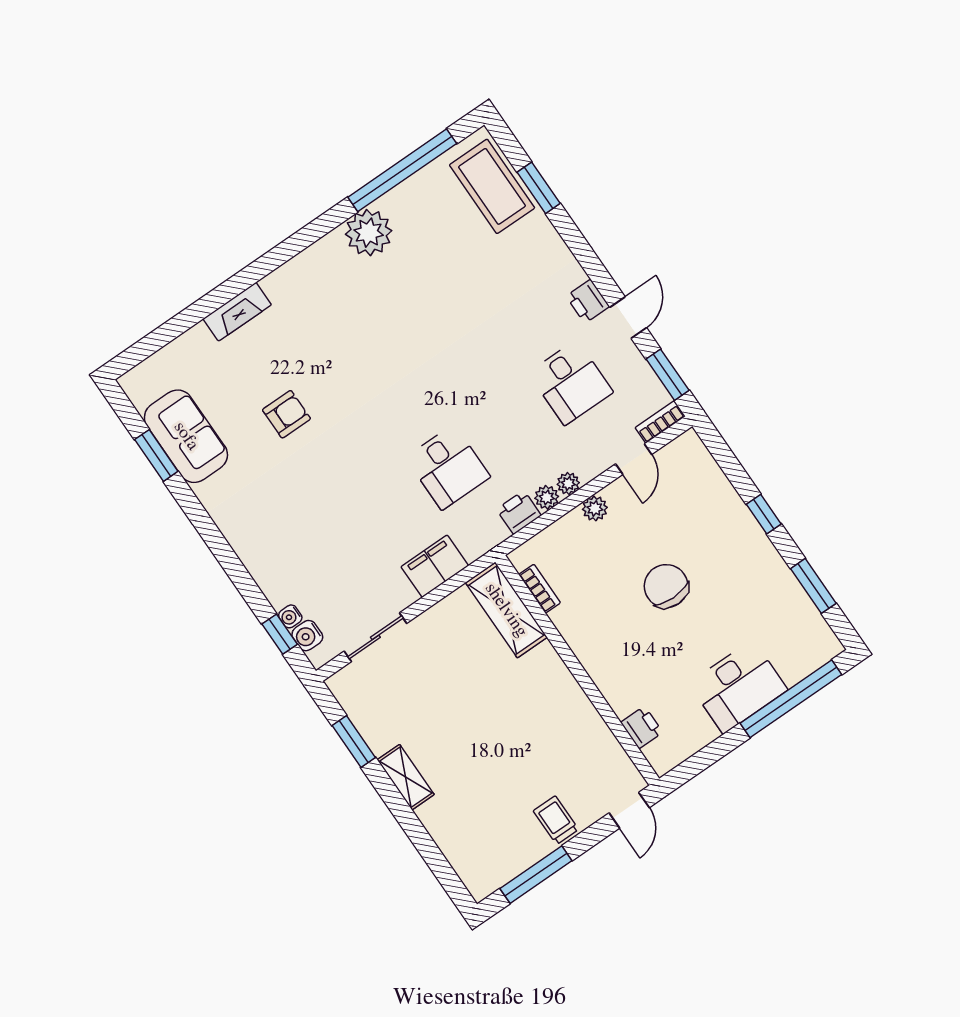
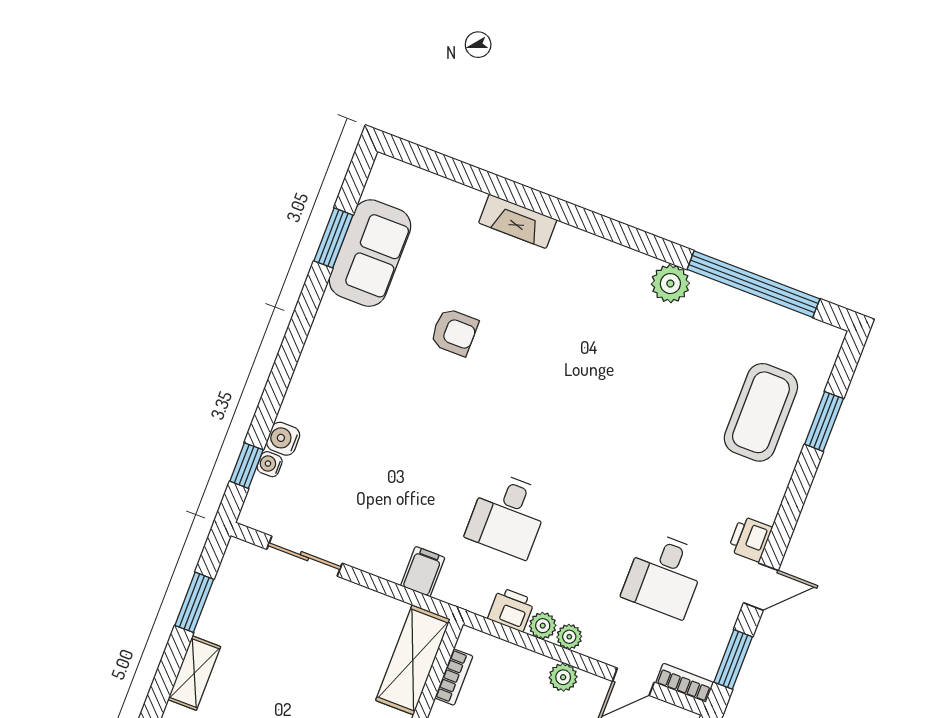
coffee table: (492, 186) -> (761, 412), moved
plant: (369, 233) -> (670, 284), width x0.73, depth x0.73
filing cabinet: (435, 566) -> (423, 572), width x0.50
water cooler: (307, 636) -> (283, 439), moved

